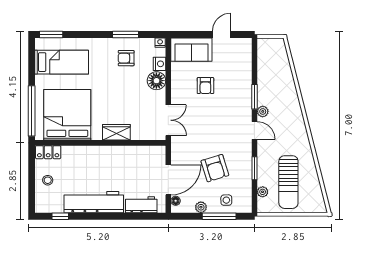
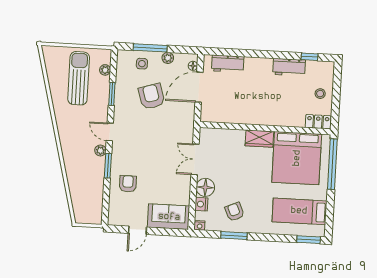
armchair: (126, 58) -> (235, 212), turned -114
armchair: (205, 86) -> (128, 184), moved
double door: (168, 120) -> (195, 159), moved
wardrobe: (116, 132) -> (259, 139), moved
workbench: (94, 202) -> (289, 67), width x0.53, depth x0.76

